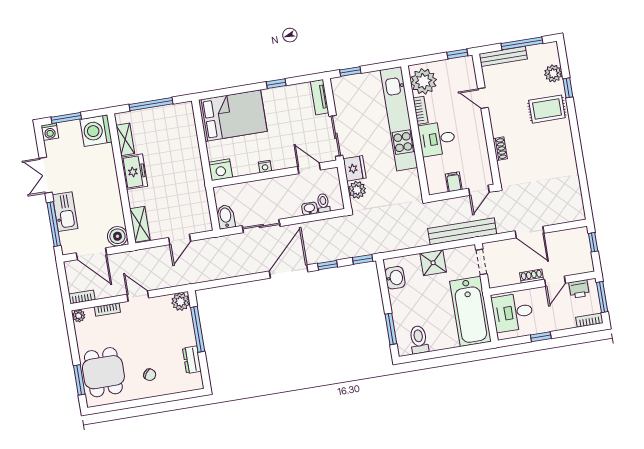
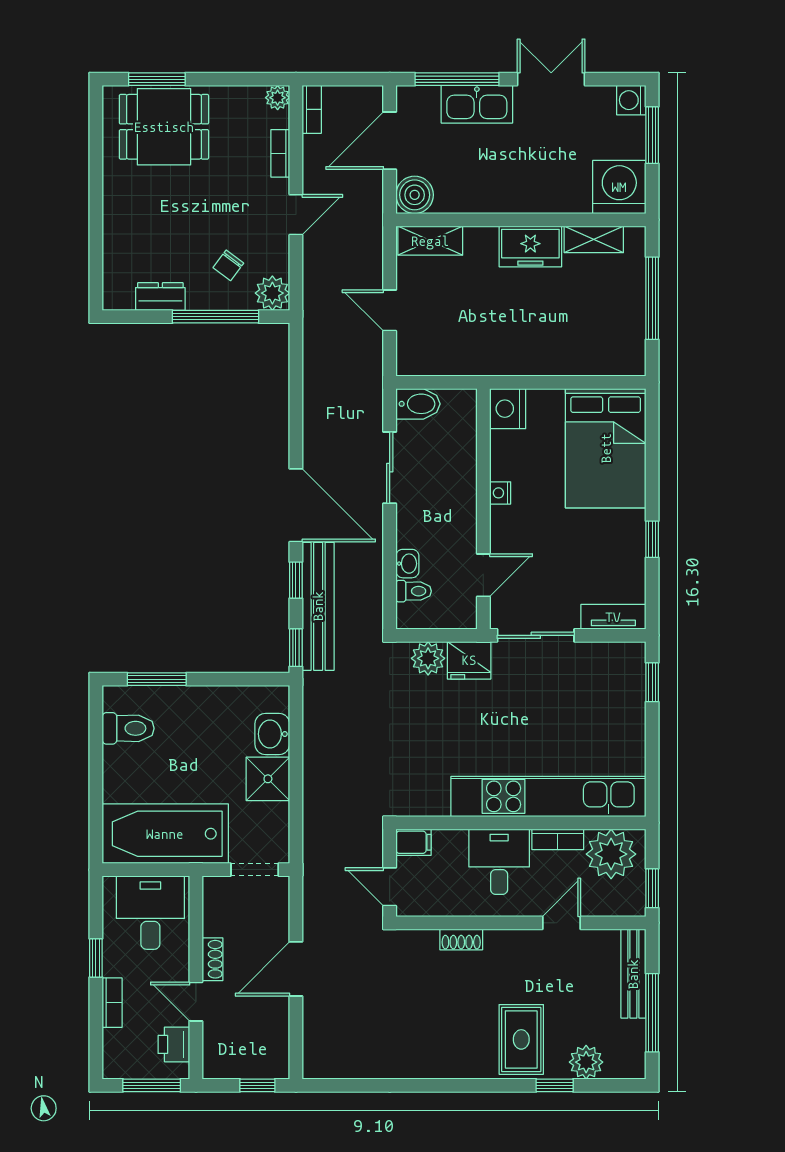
plant: (424, 81) -> (611, 854), moved
bookcase: (420, 110) -> (558, 839), moved
kitchen unit: (399, 119) -> (548, 796), moved
wall: (415, 131) -> (521, 823), moved
desk: (437, 139) -> (499, 862), moved
bench: (462, 231) -> (318, 606), moved
washbasin: (395, 278) -> (272, 734), moved, turned 90
bookcase: (589, 320) -> (112, 1003), moved
chair: (150, 375) -> (228, 265), moved

